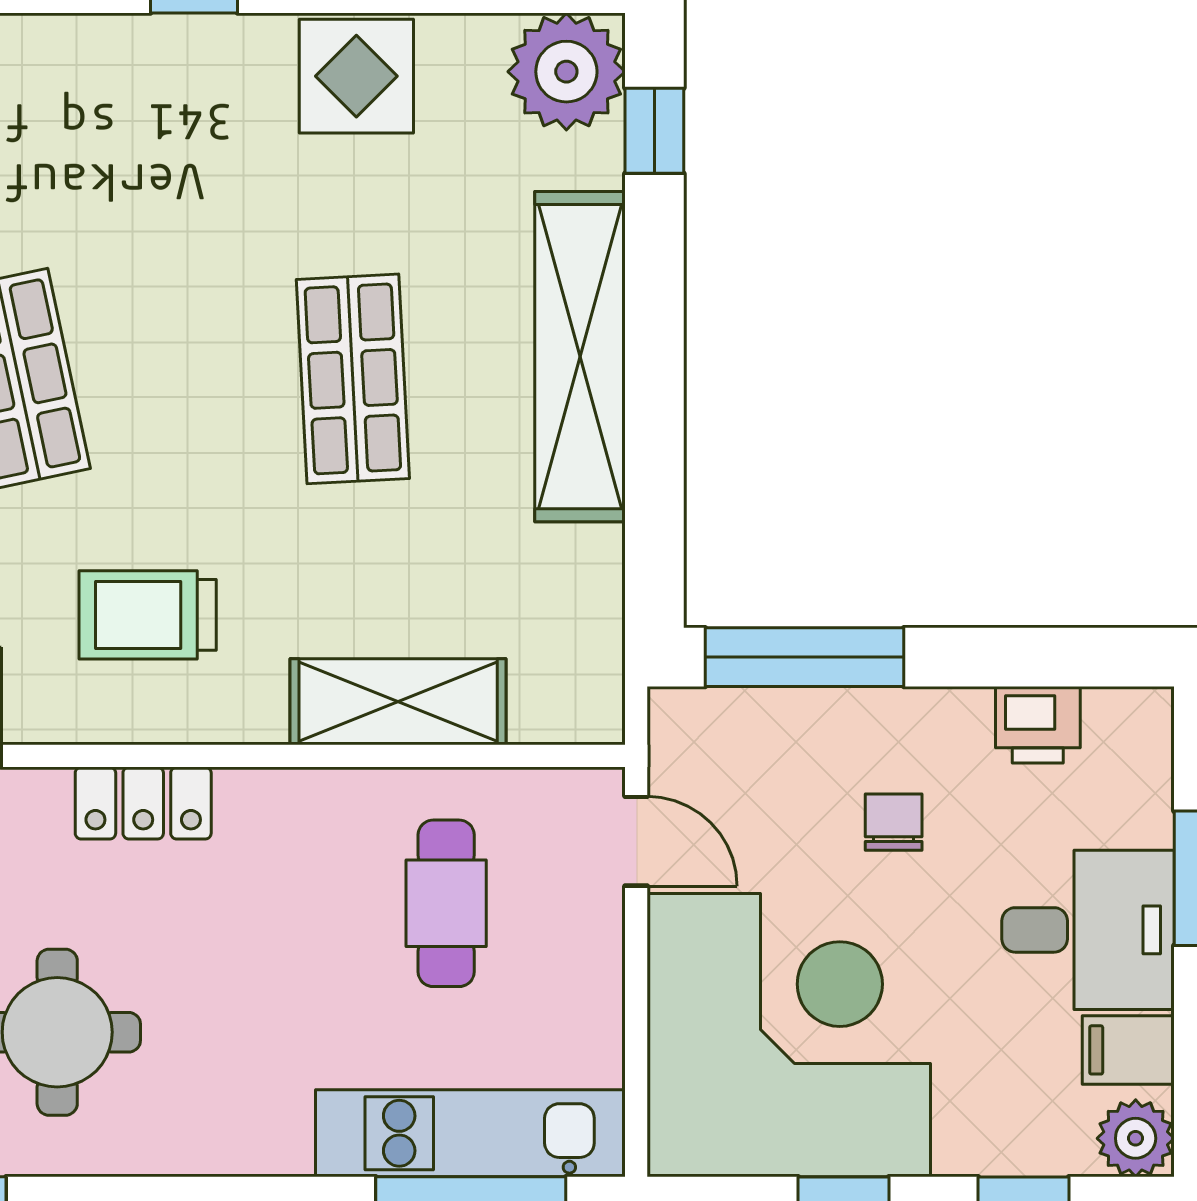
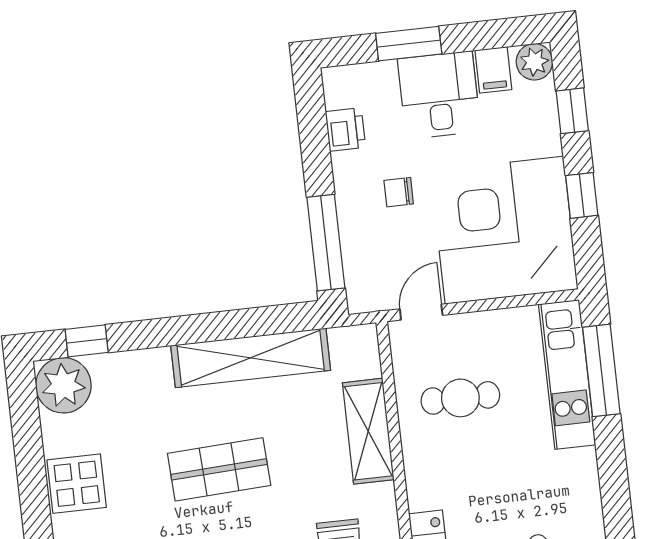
shelving: (580, 357) -> (251, 358), moved

